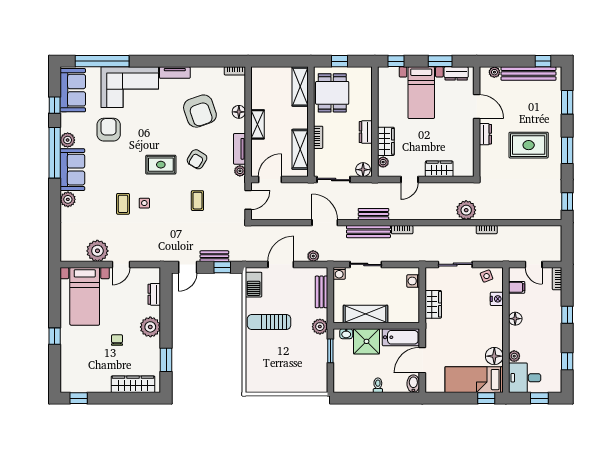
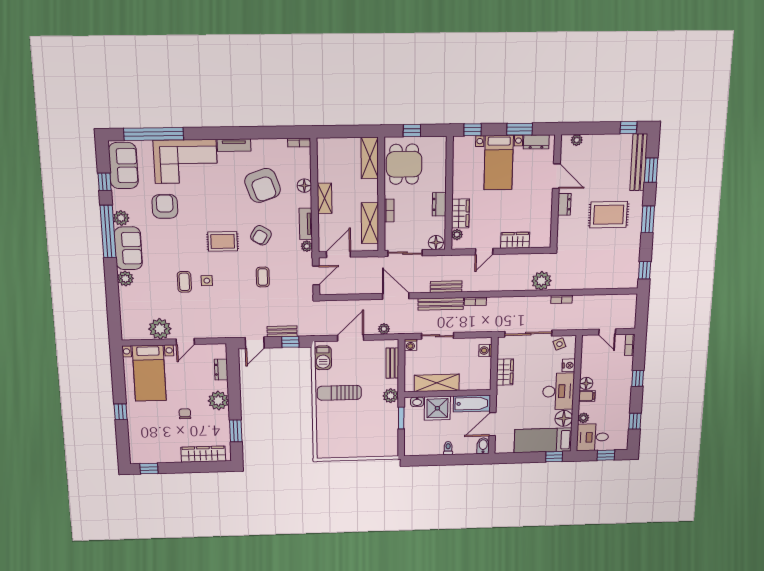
bench: (528, 74) -> (639, 162), moved, turned 90
sliding door: (455, 264) -> (528, 334), width x1.37
filing cabinet: (517, 287) -> (587, 396), moved
desk: (488, 327) -> (558, 391), added

